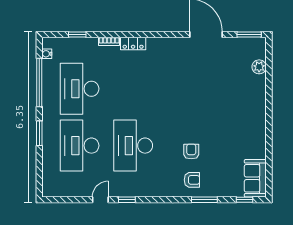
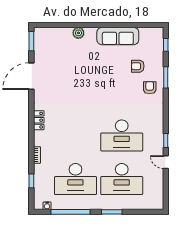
locker: (133, 44) -> (39, 120), moved
plant: (259, 67) -> (78, 33), moved
armchair: (191, 152) -> (138, 66), moved
sofa: (255, 178) -> (118, 36), moved, width x1.36

